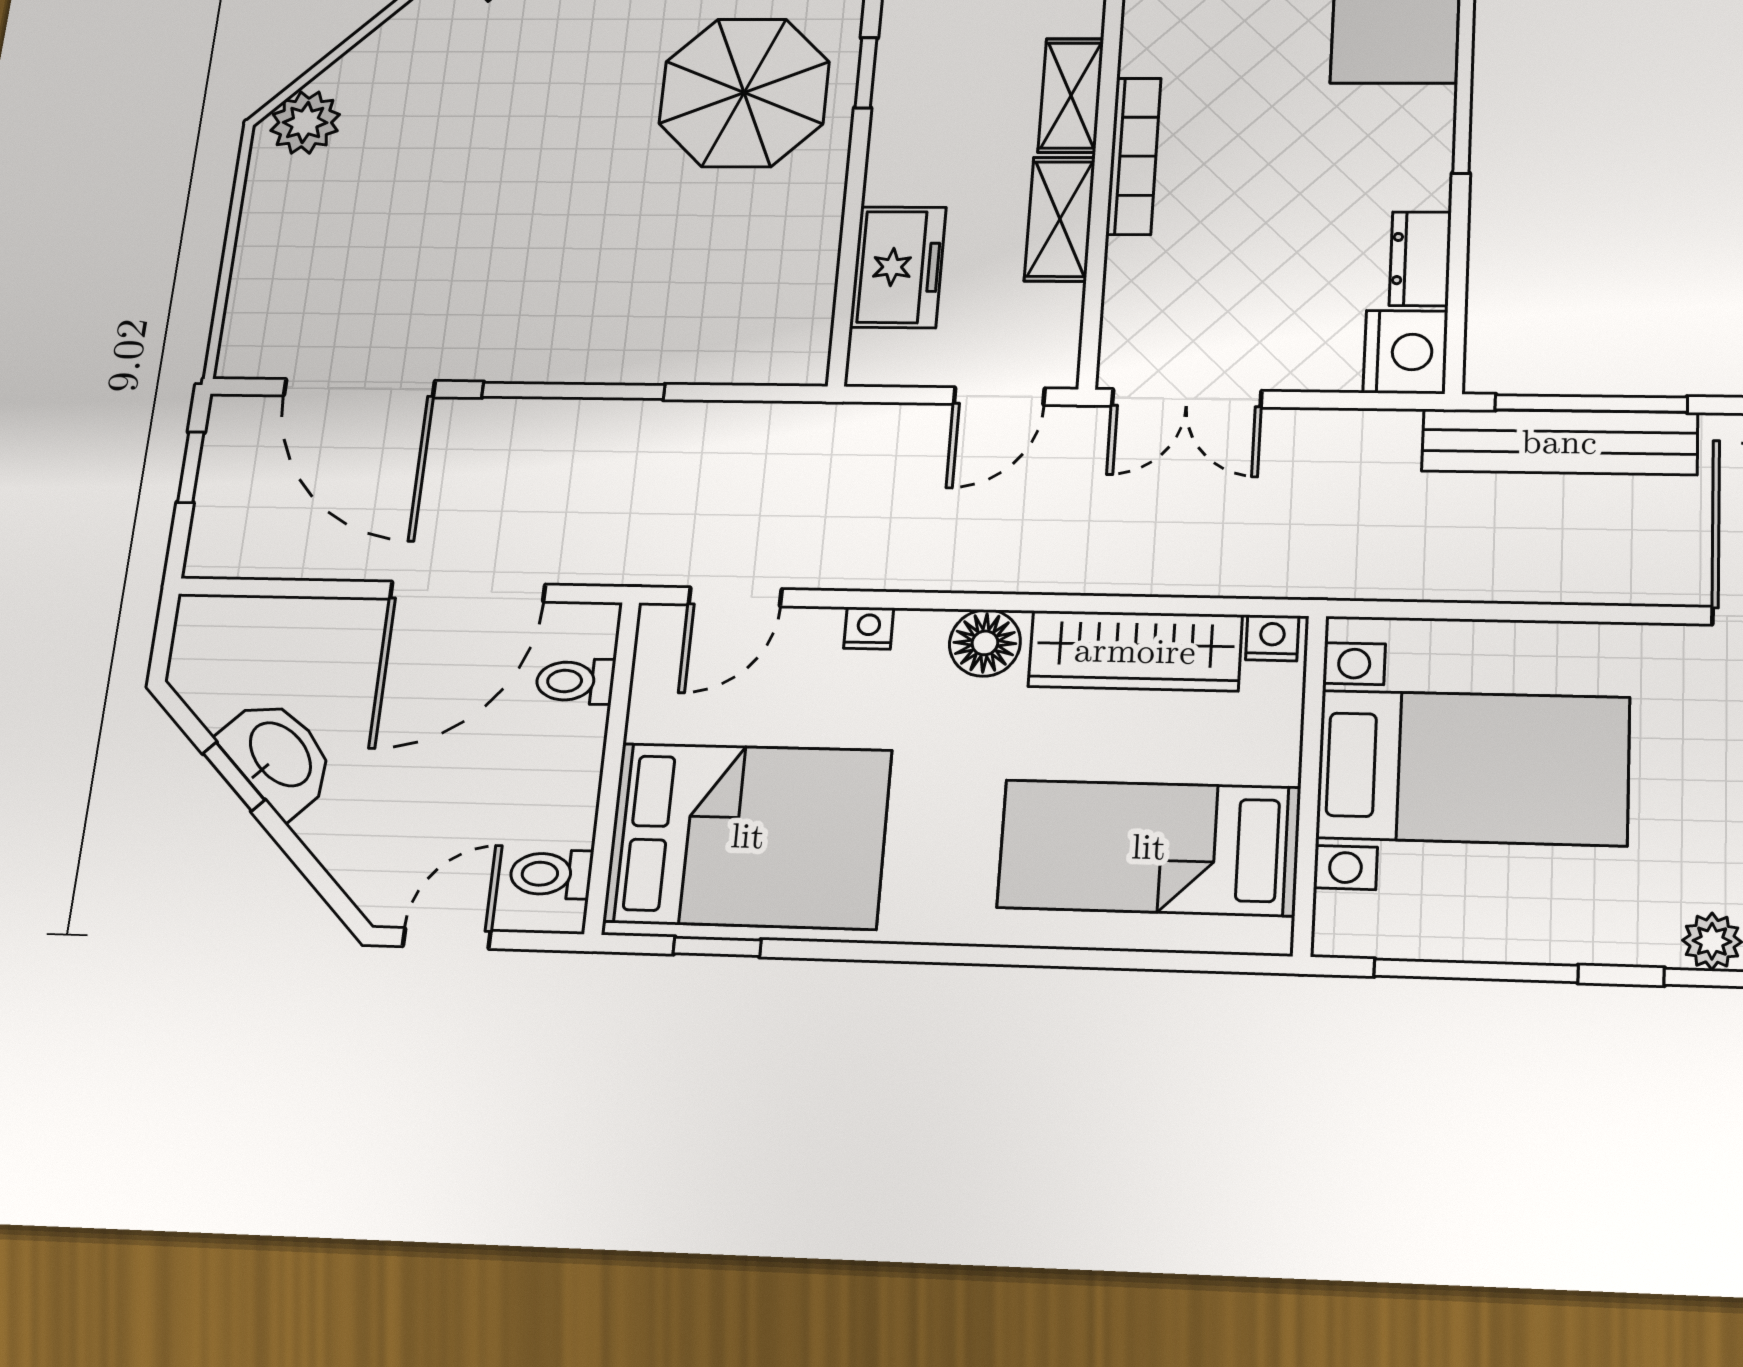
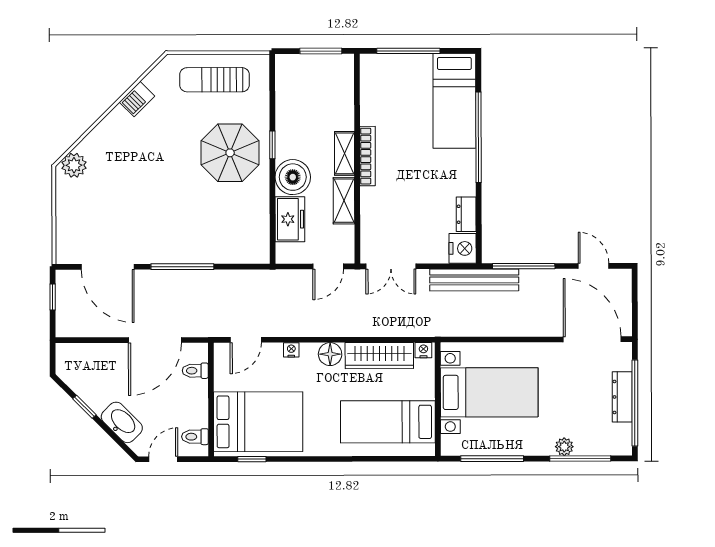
boiler: (916, 156) -> (293, 177), added
bookcase: (1133, 156) -> (368, 156), moved
bench: (1559, 442) -> (474, 280), moved
washbasin: (279, 756) -> (122, 422), moved

